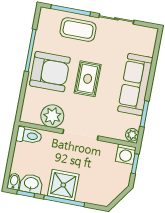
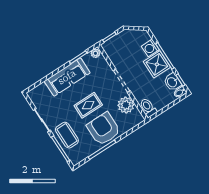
washing machine: (126, 154) -> (150, 48), moved, turned 180

